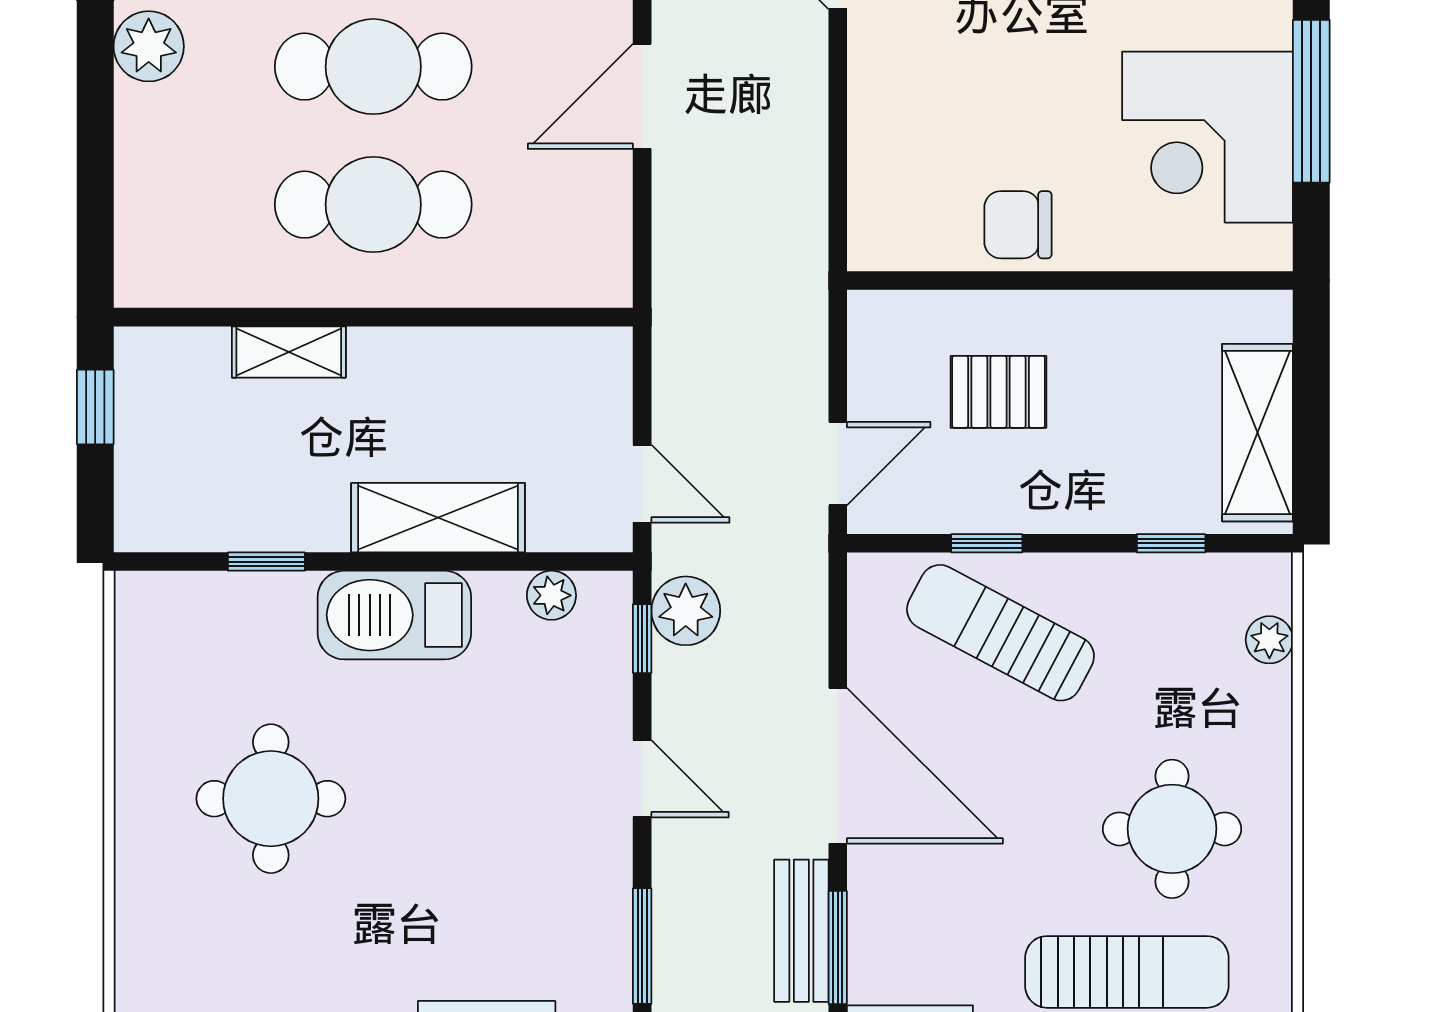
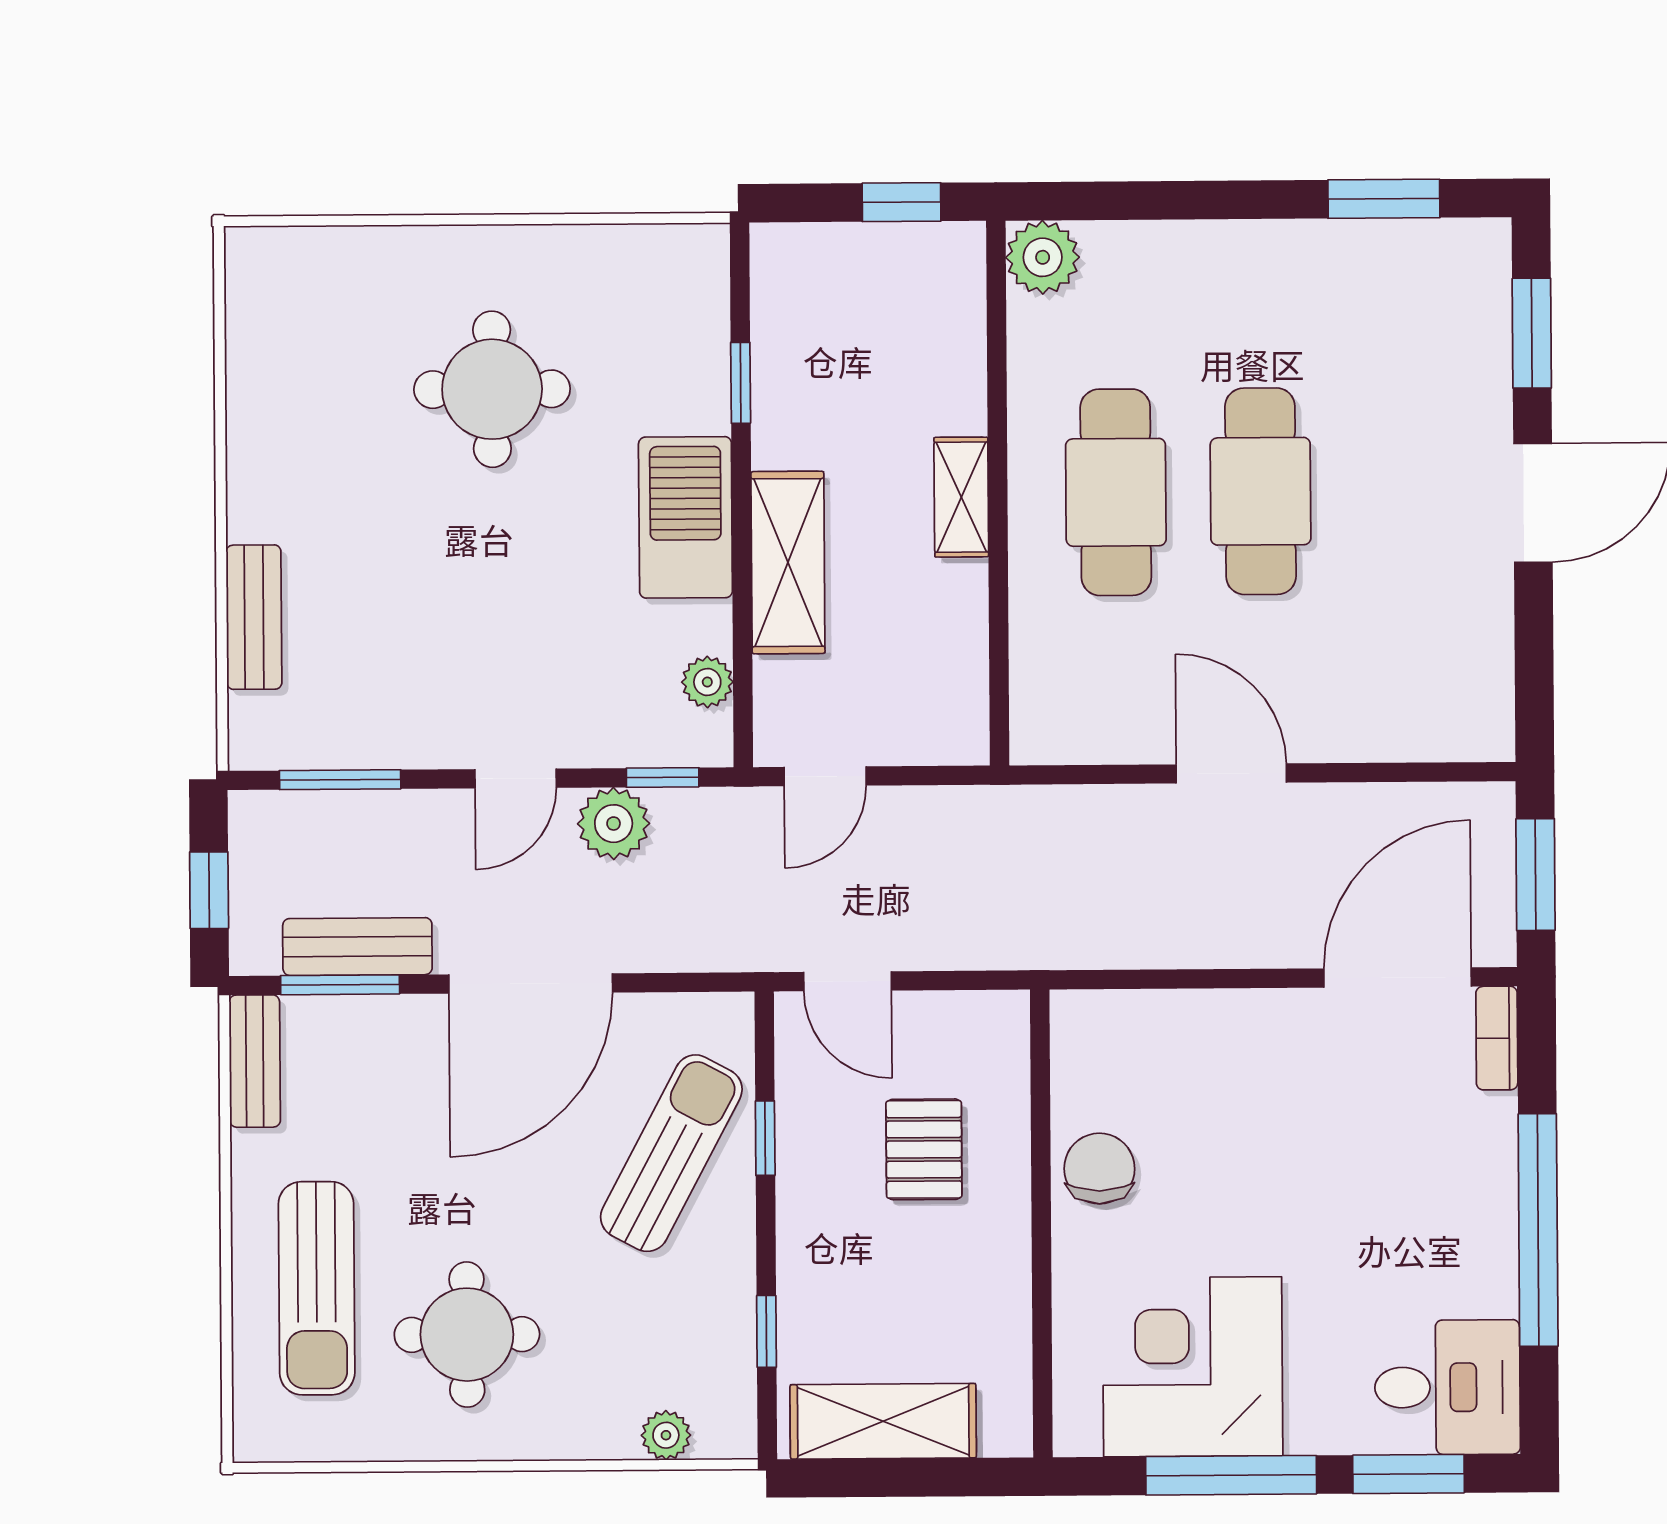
plant: (149, 46) -> (1043, 257), moved
shelving: (289, 352) -> (961, 497), moved
plant: (686, 611) -> (614, 824), moved

